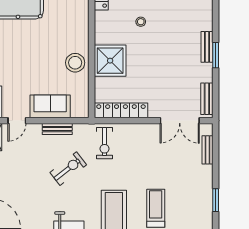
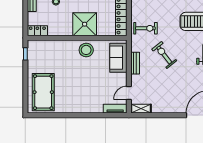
sofa: (50, 106) -> (118, 58), moved
door: (17, 121) -> (129, 93), swing flipped

